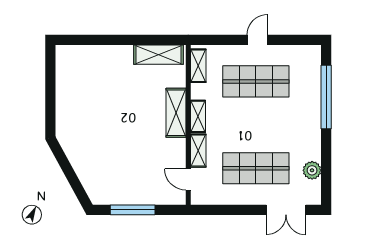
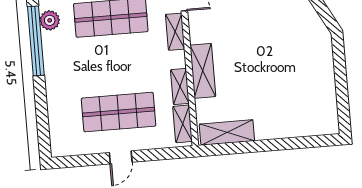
window: (326, 97) -> (36, 41), moved
shelving: (198, 116) -> (180, 86), moved

